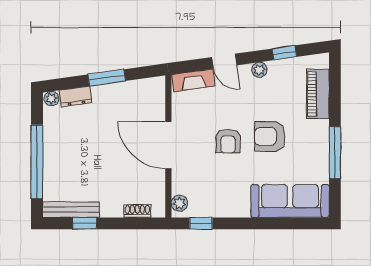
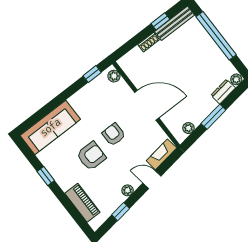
plant: (143, 86) -> (188, 128), added
window: (335, 153) -> (46, 176), width x0.46
shoe rack: (137, 211) -> (149, 42), moved

